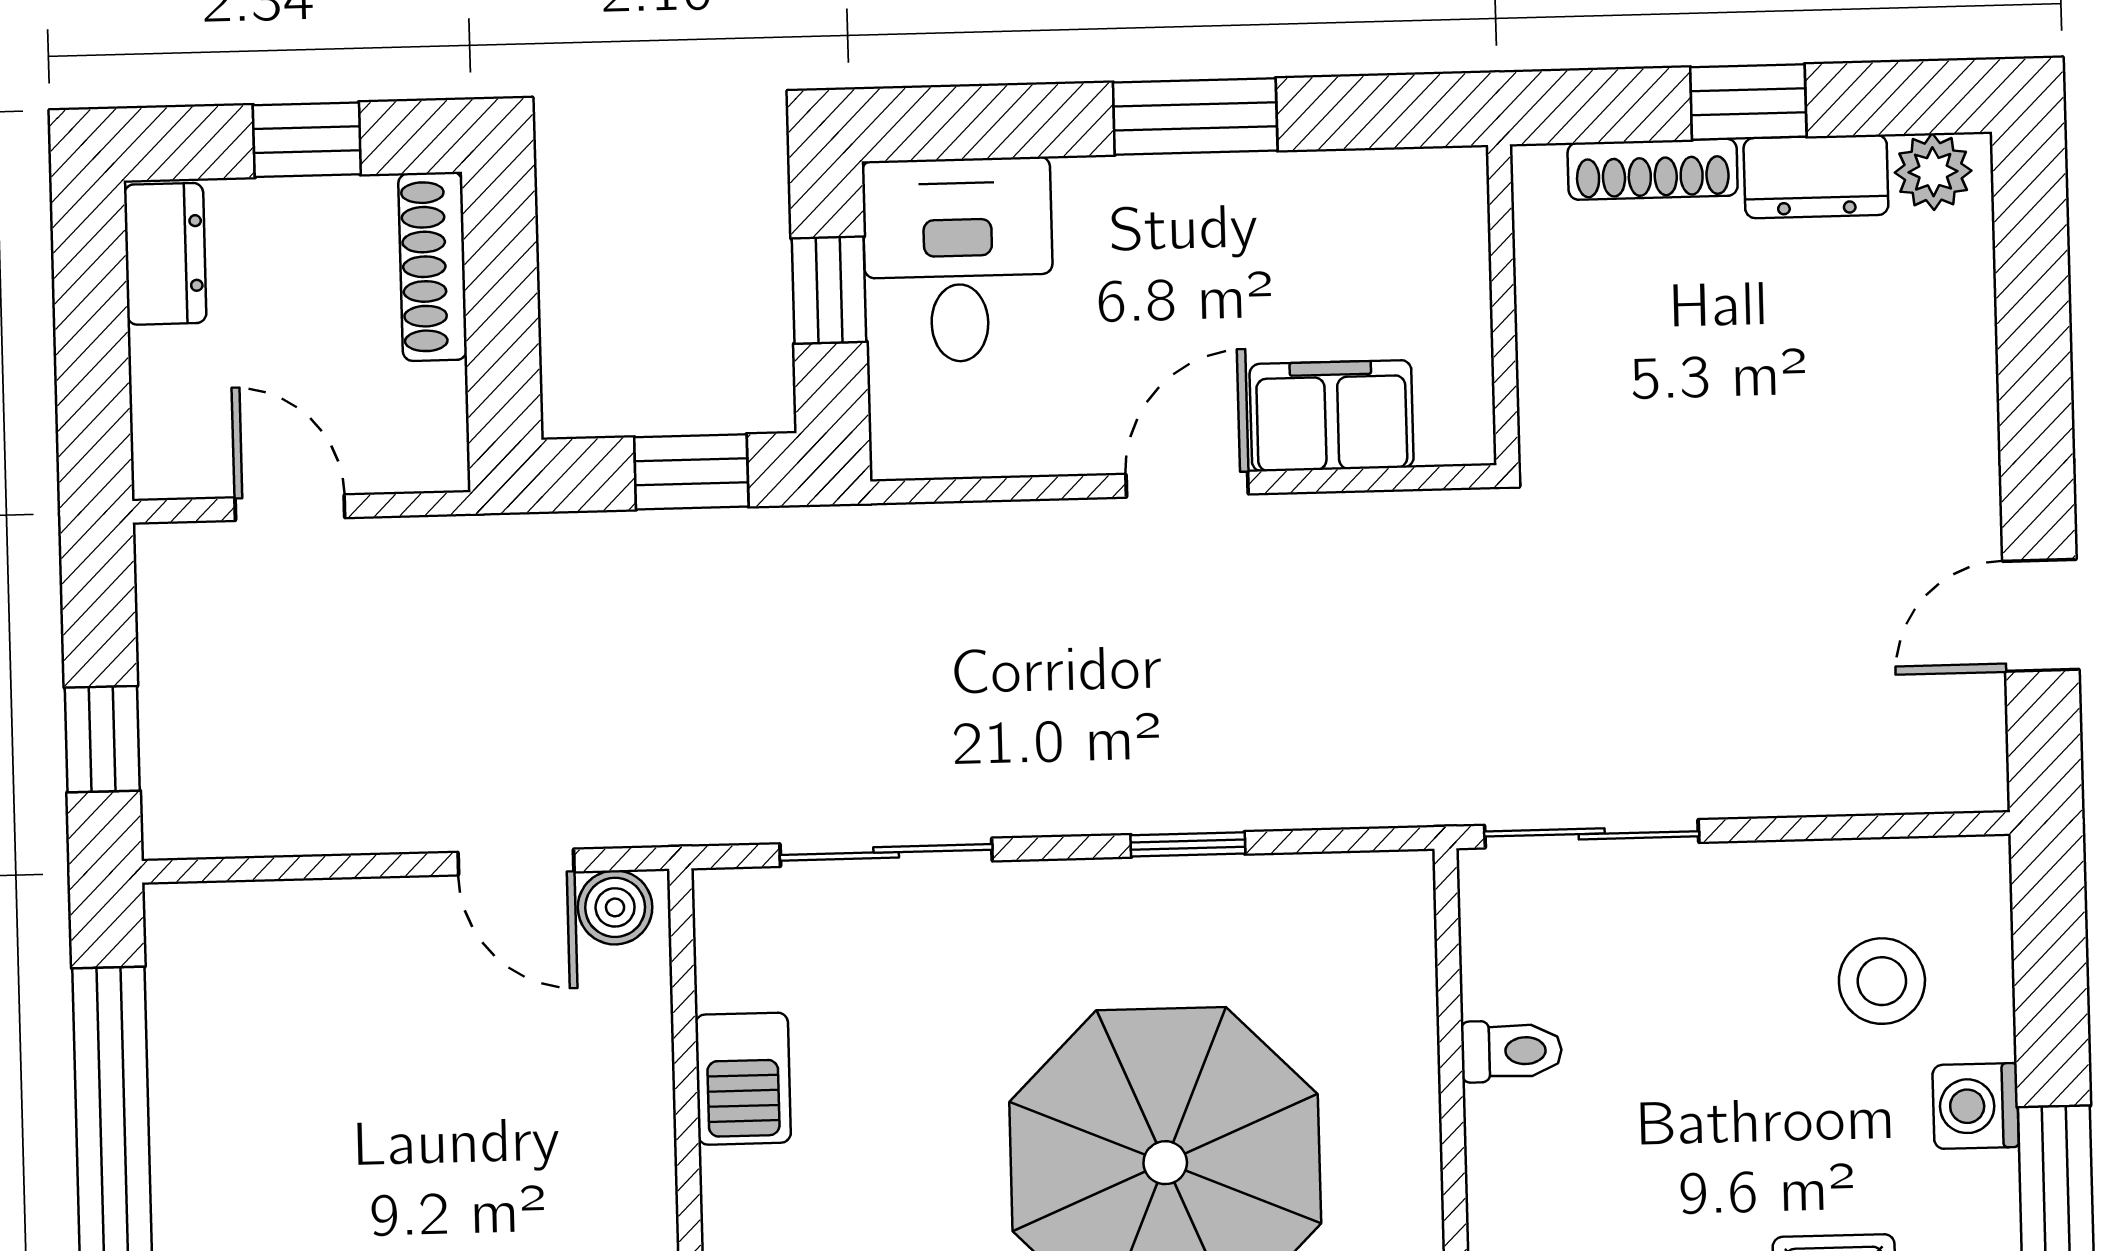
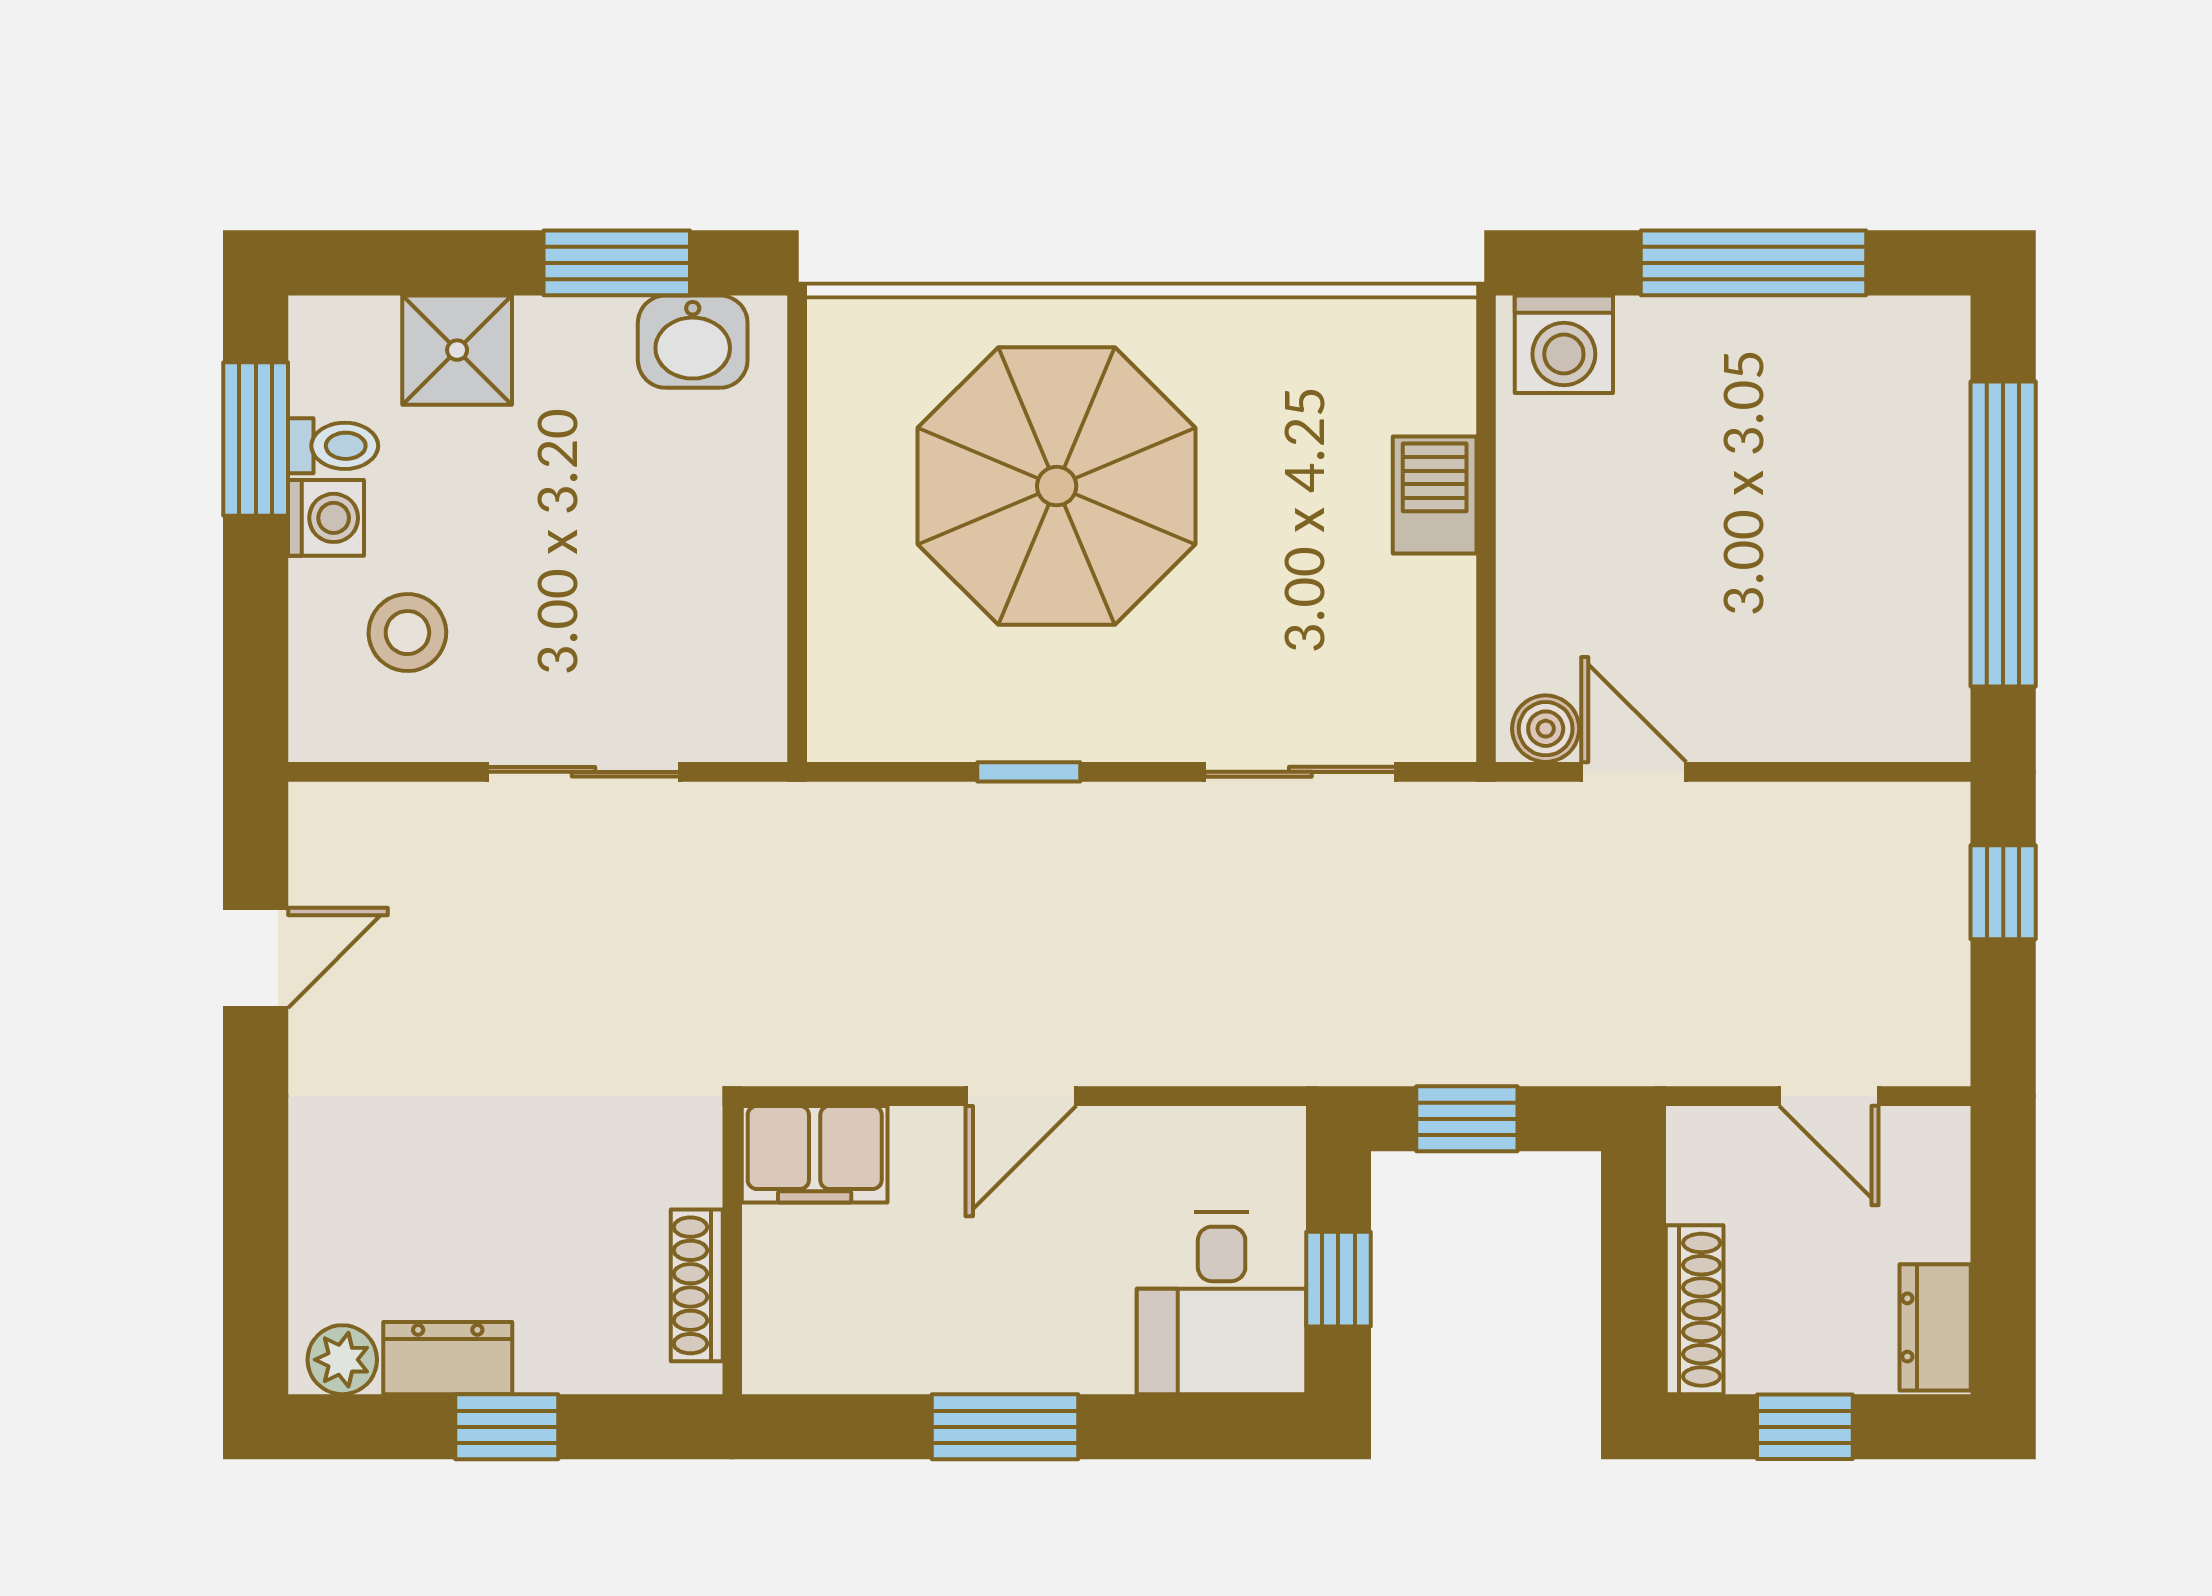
shoe rack: (1653, 169) -> (697, 1285), moved, turned -90
filing cabinet: (1332, 416) -> (815, 1154), moved
sliding door: (1592, 834) -> (584, 772), moved
toilet: (1512, 1051) -> (333, 446), moved, turned 180
barbecue: (743, 1079) -> (1435, 495), moved

